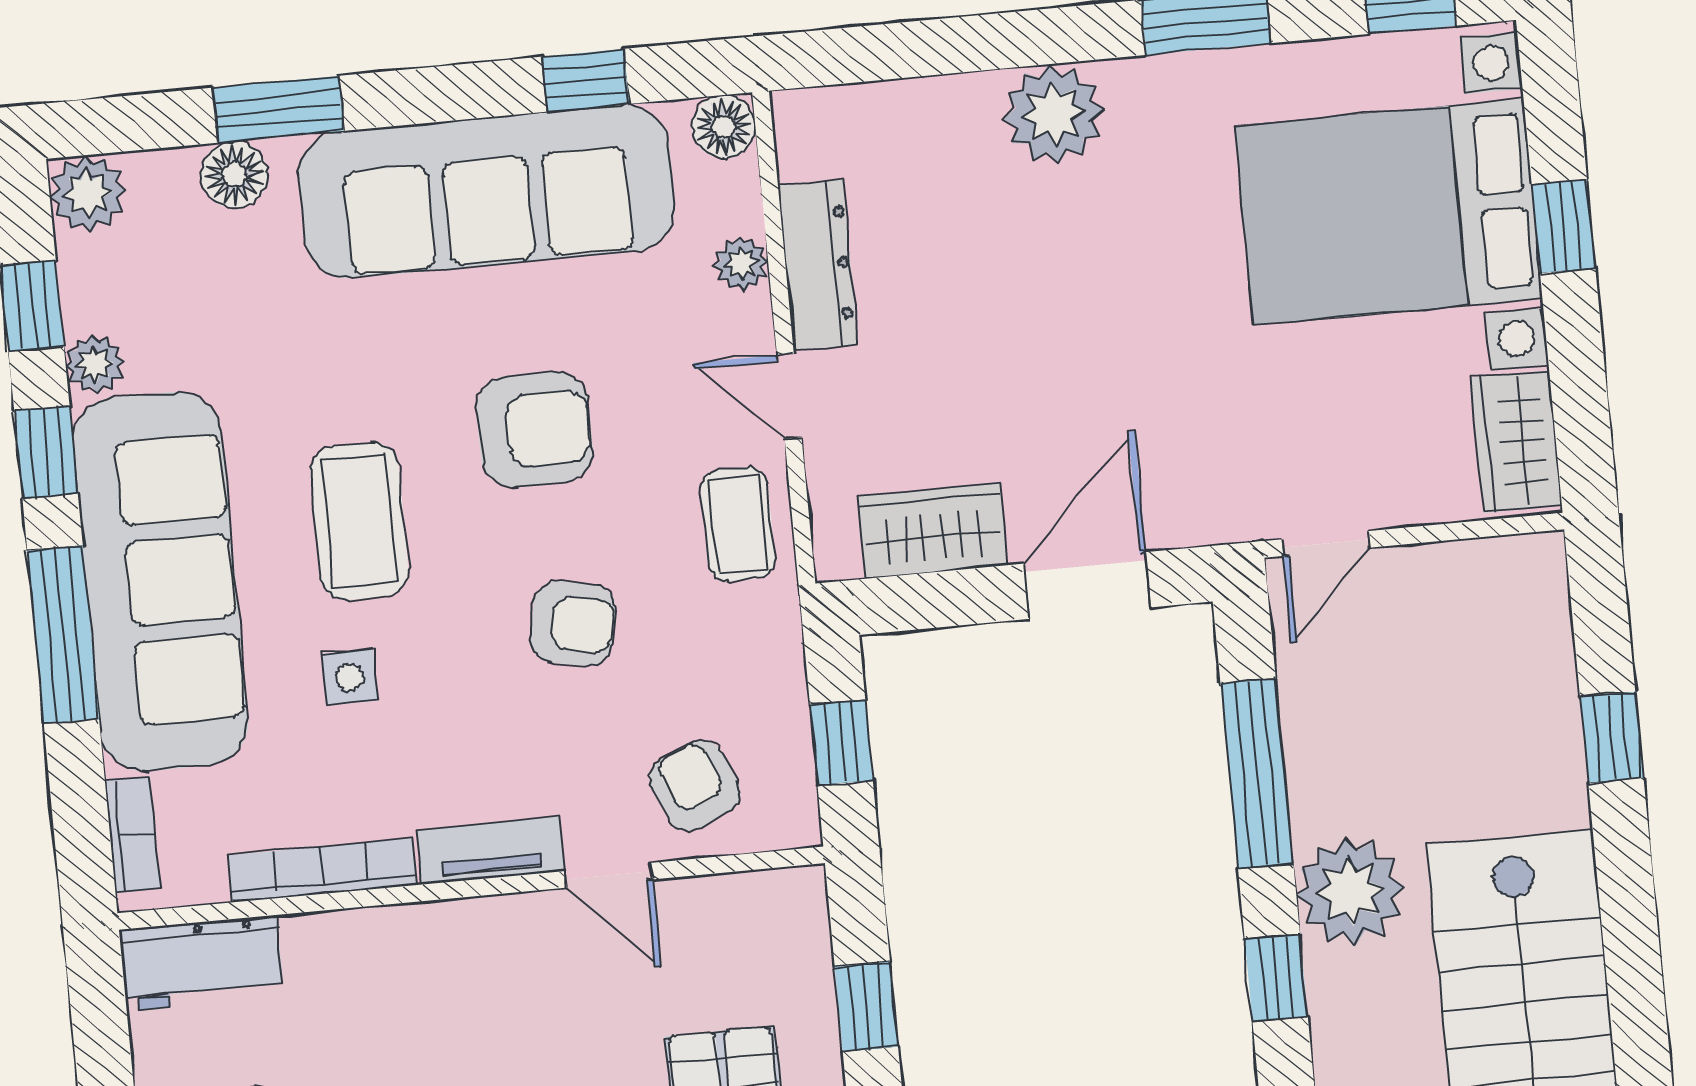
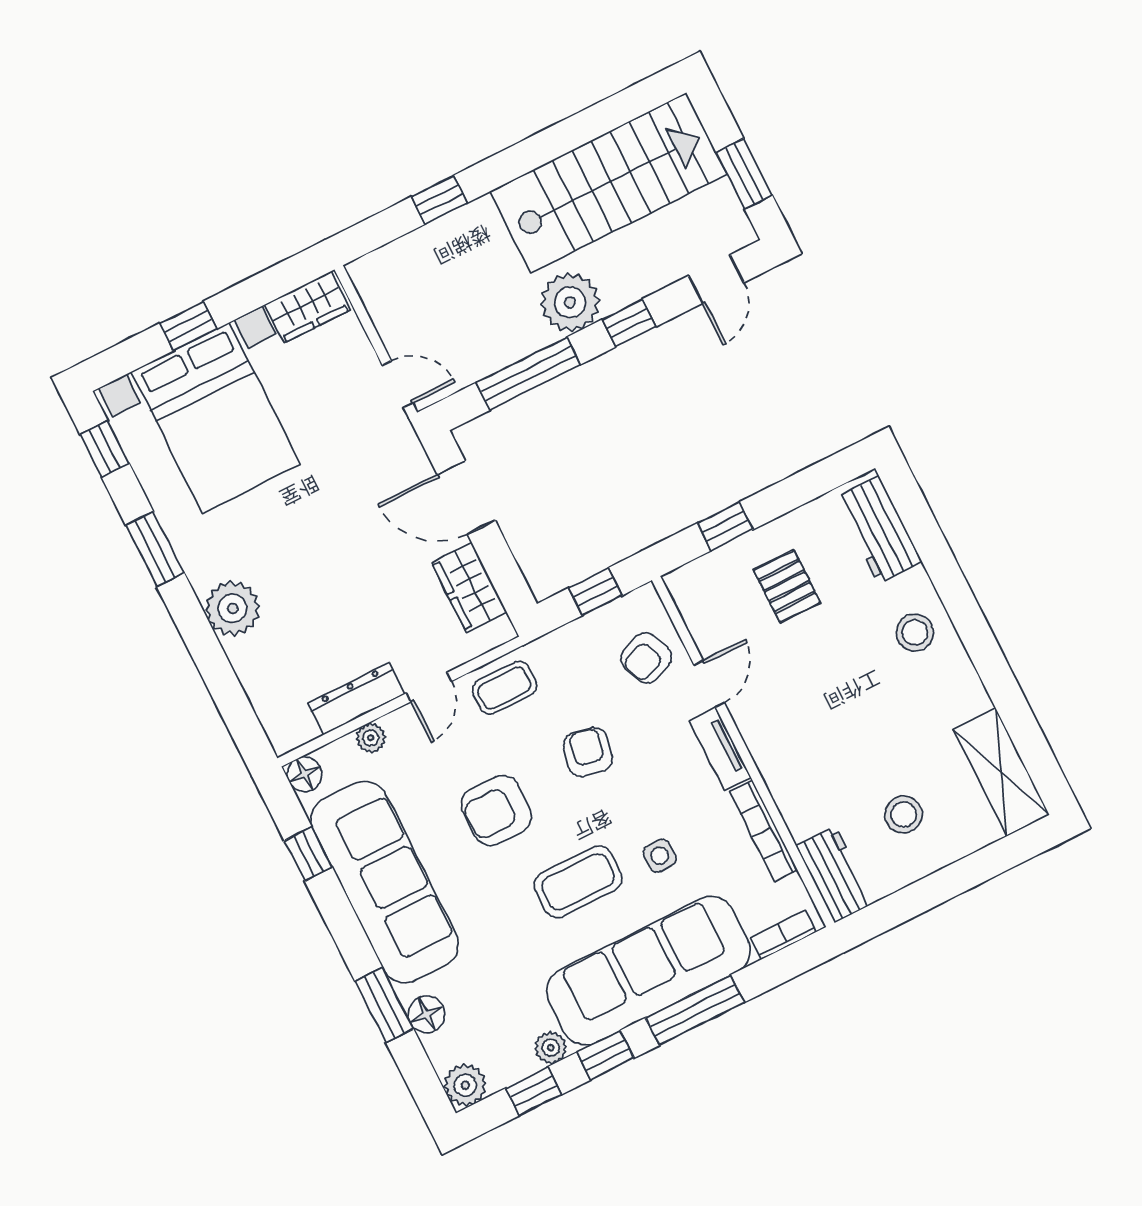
armchair: (535, 429) -> (496, 810), turned -90

